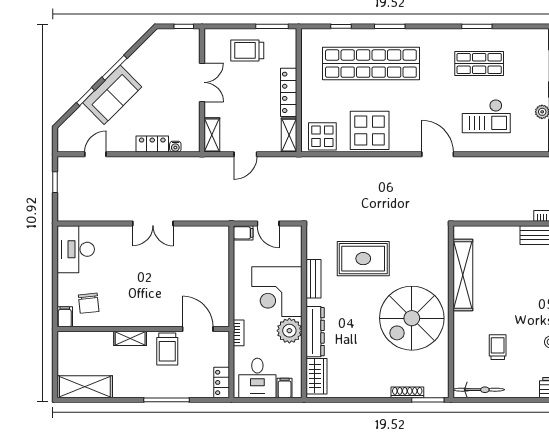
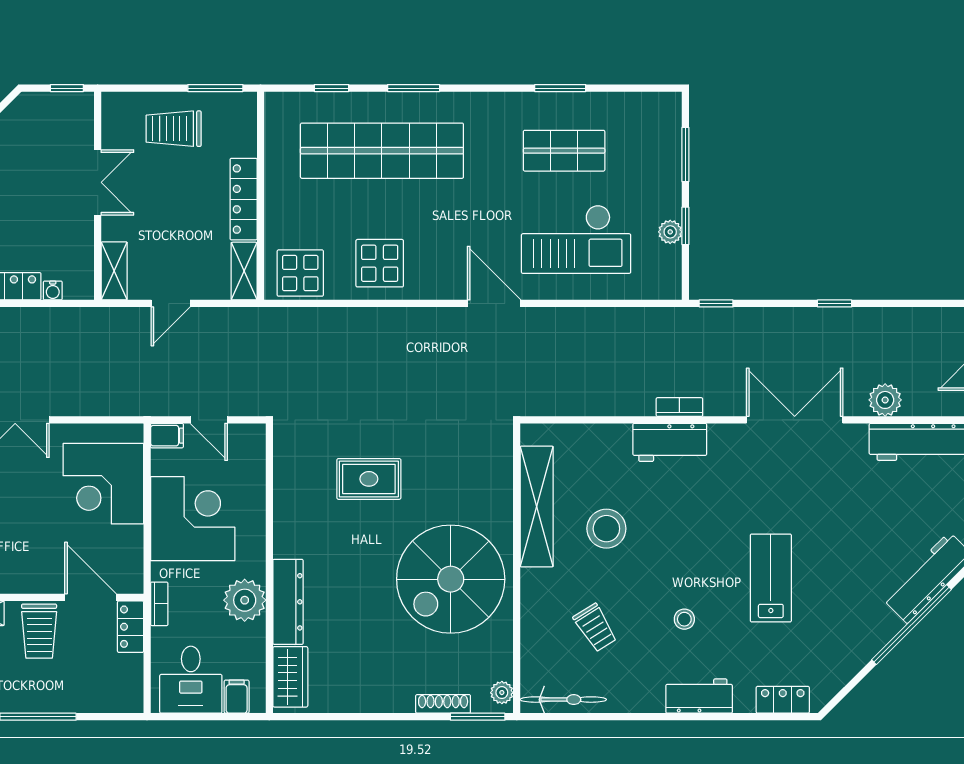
checkout: (486, 116) -> (576, 239), width x1.36, depth x1.21
display table: (370, 130) -> (380, 263), width x0.73, depth x0.73
rug: (363, 259) -> (369, 479), width x0.73, depth x0.70
corner desk: (205, 261) -> (103, 484), added
bench: (313, 279) -> (285, 513), removed
stool: (504, 288) -> (606, 529), added
corner desk: (277, 292) -> (193, 519), moved, turned 180
trolley: (498, 347) -> (595, 628), turned 148
locker: (222, 382) -> (131, 627), moved
plant: (442, 386) -> (502, 693), added

